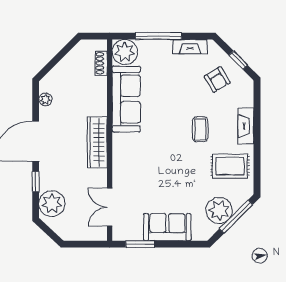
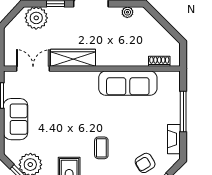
plant: (125, 52) -> (169, 82), removed
coffee table: (200, 129) -> (101, 148), turned 90
wardrobe: (97, 142) -> (73, 58), moved

